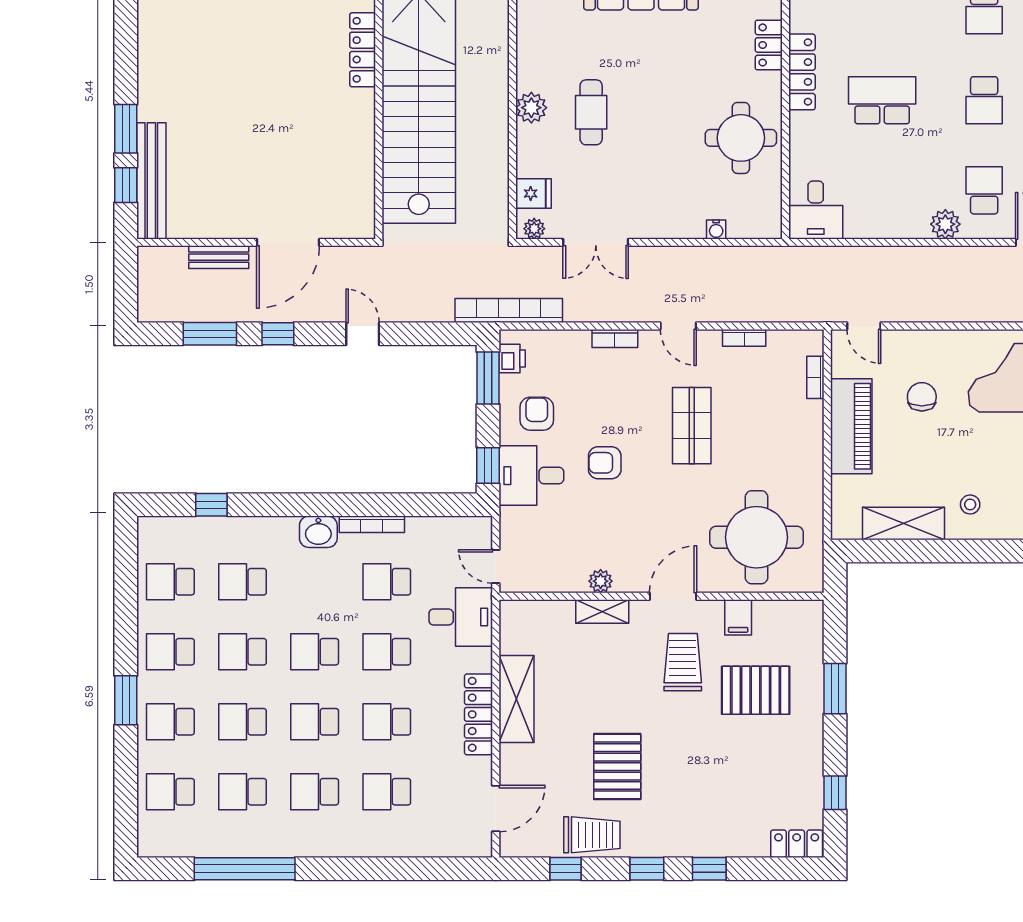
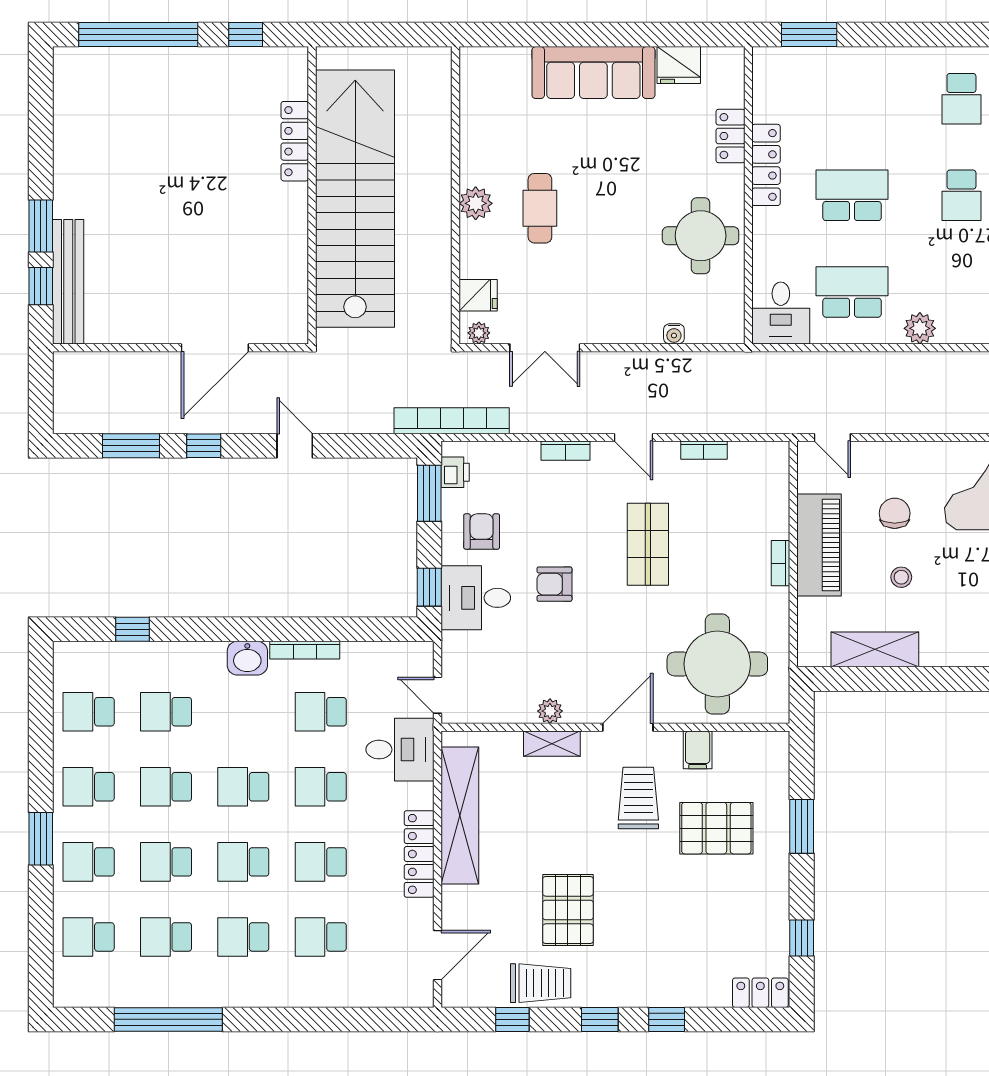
school desk: (984, 190) -> (852, 292), moved, width x1.85
bench: (219, 257) -> (140, 364), removed
bookcase: (815, 377) -> (781, 563), moved
stool: (970, 504) -> (901, 577), moved
shelving: (517, 699) -> (460, 816), width x1.47

